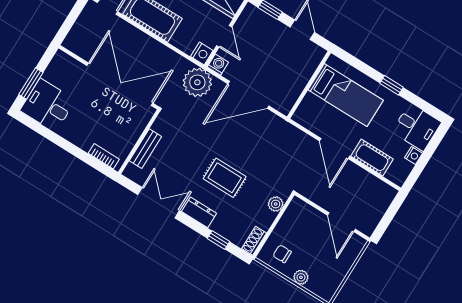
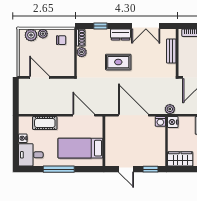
door: (224, 36) -> (167, 139), removed
plant: (197, 82) -> (170, 109), width x0.53, depth x0.53
window: (391, 85) -> (59, 169), width x2.17
door: (248, 95) -> (133, 115), hinge flipped
door: (334, 148) -> (84, 115), moved
plant: (276, 204) -> (82, 52), moved
plant: (318, 285) -> (31, 35), added

